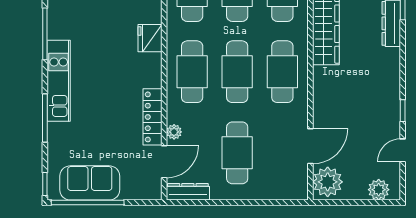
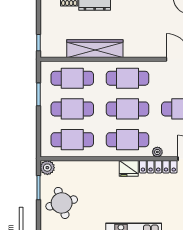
fridge: (150, 38) -> (129, 168), moved
plant: (174, 132) -> (157, 152), moved

